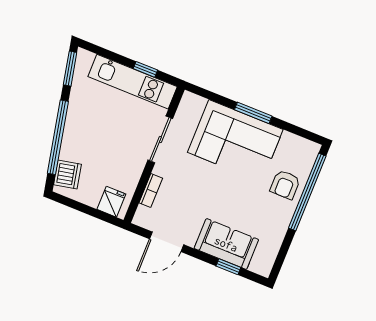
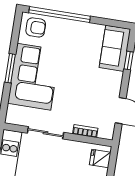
armchair: (285, 185) -> (36, 27), moved
sofa: (226, 244) -> (115, 48), moved

